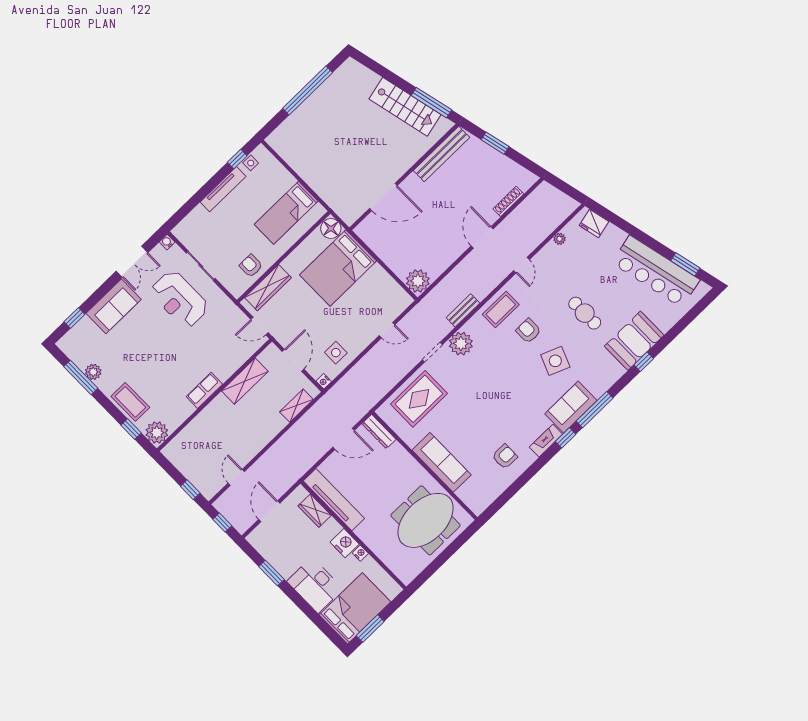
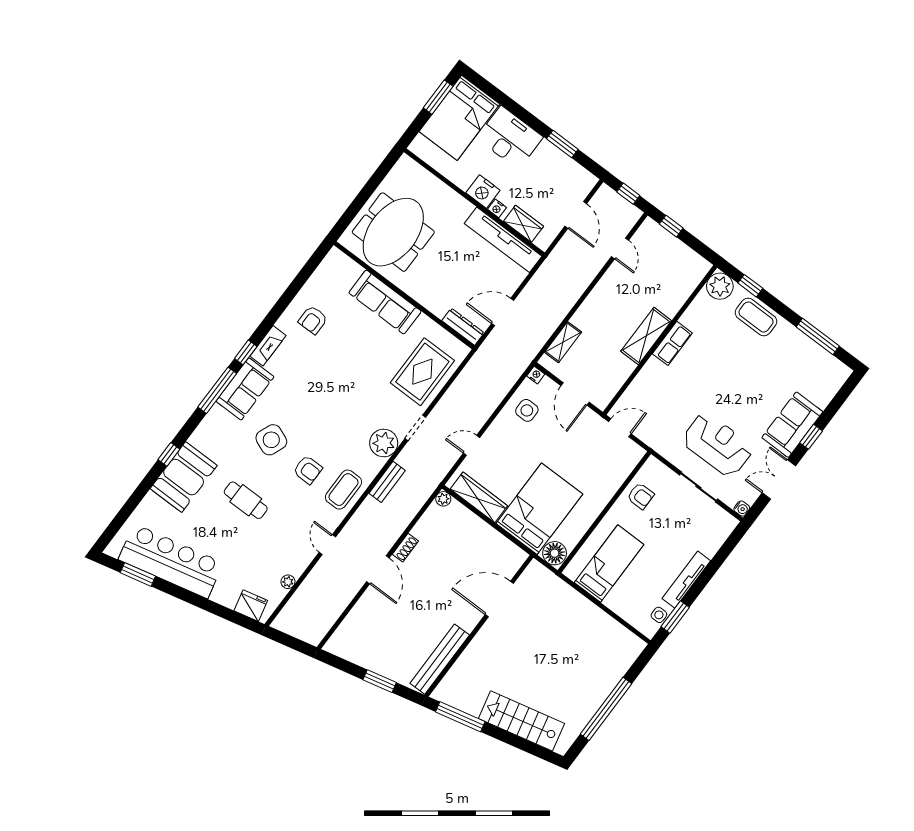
stairs: (405, 107) -> (521, 721), moved
window: (237, 159) -> (675, 617), width x1.50
shoe rack: (508, 201) -> (405, 548), moved, width x0.70
plant: (418, 281) -> (443, 499), width x0.53, depth x0.53
wardrobe: (268, 288) -> (479, 497), moved, turned 90
window: (74, 318) -> (811, 437), moved
plant: (93, 372) -> (804, 345), removed
shelving: (245, 381) -> (646, 336), moved
nightstand: (360, 553) -> (497, 208), moved

